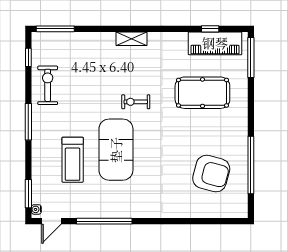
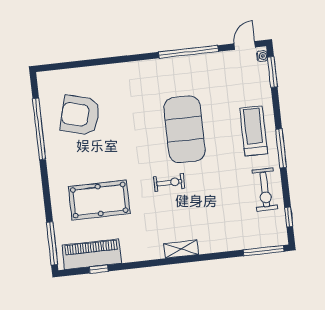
treadmill: (73, 160) -> (254, 131), moved

